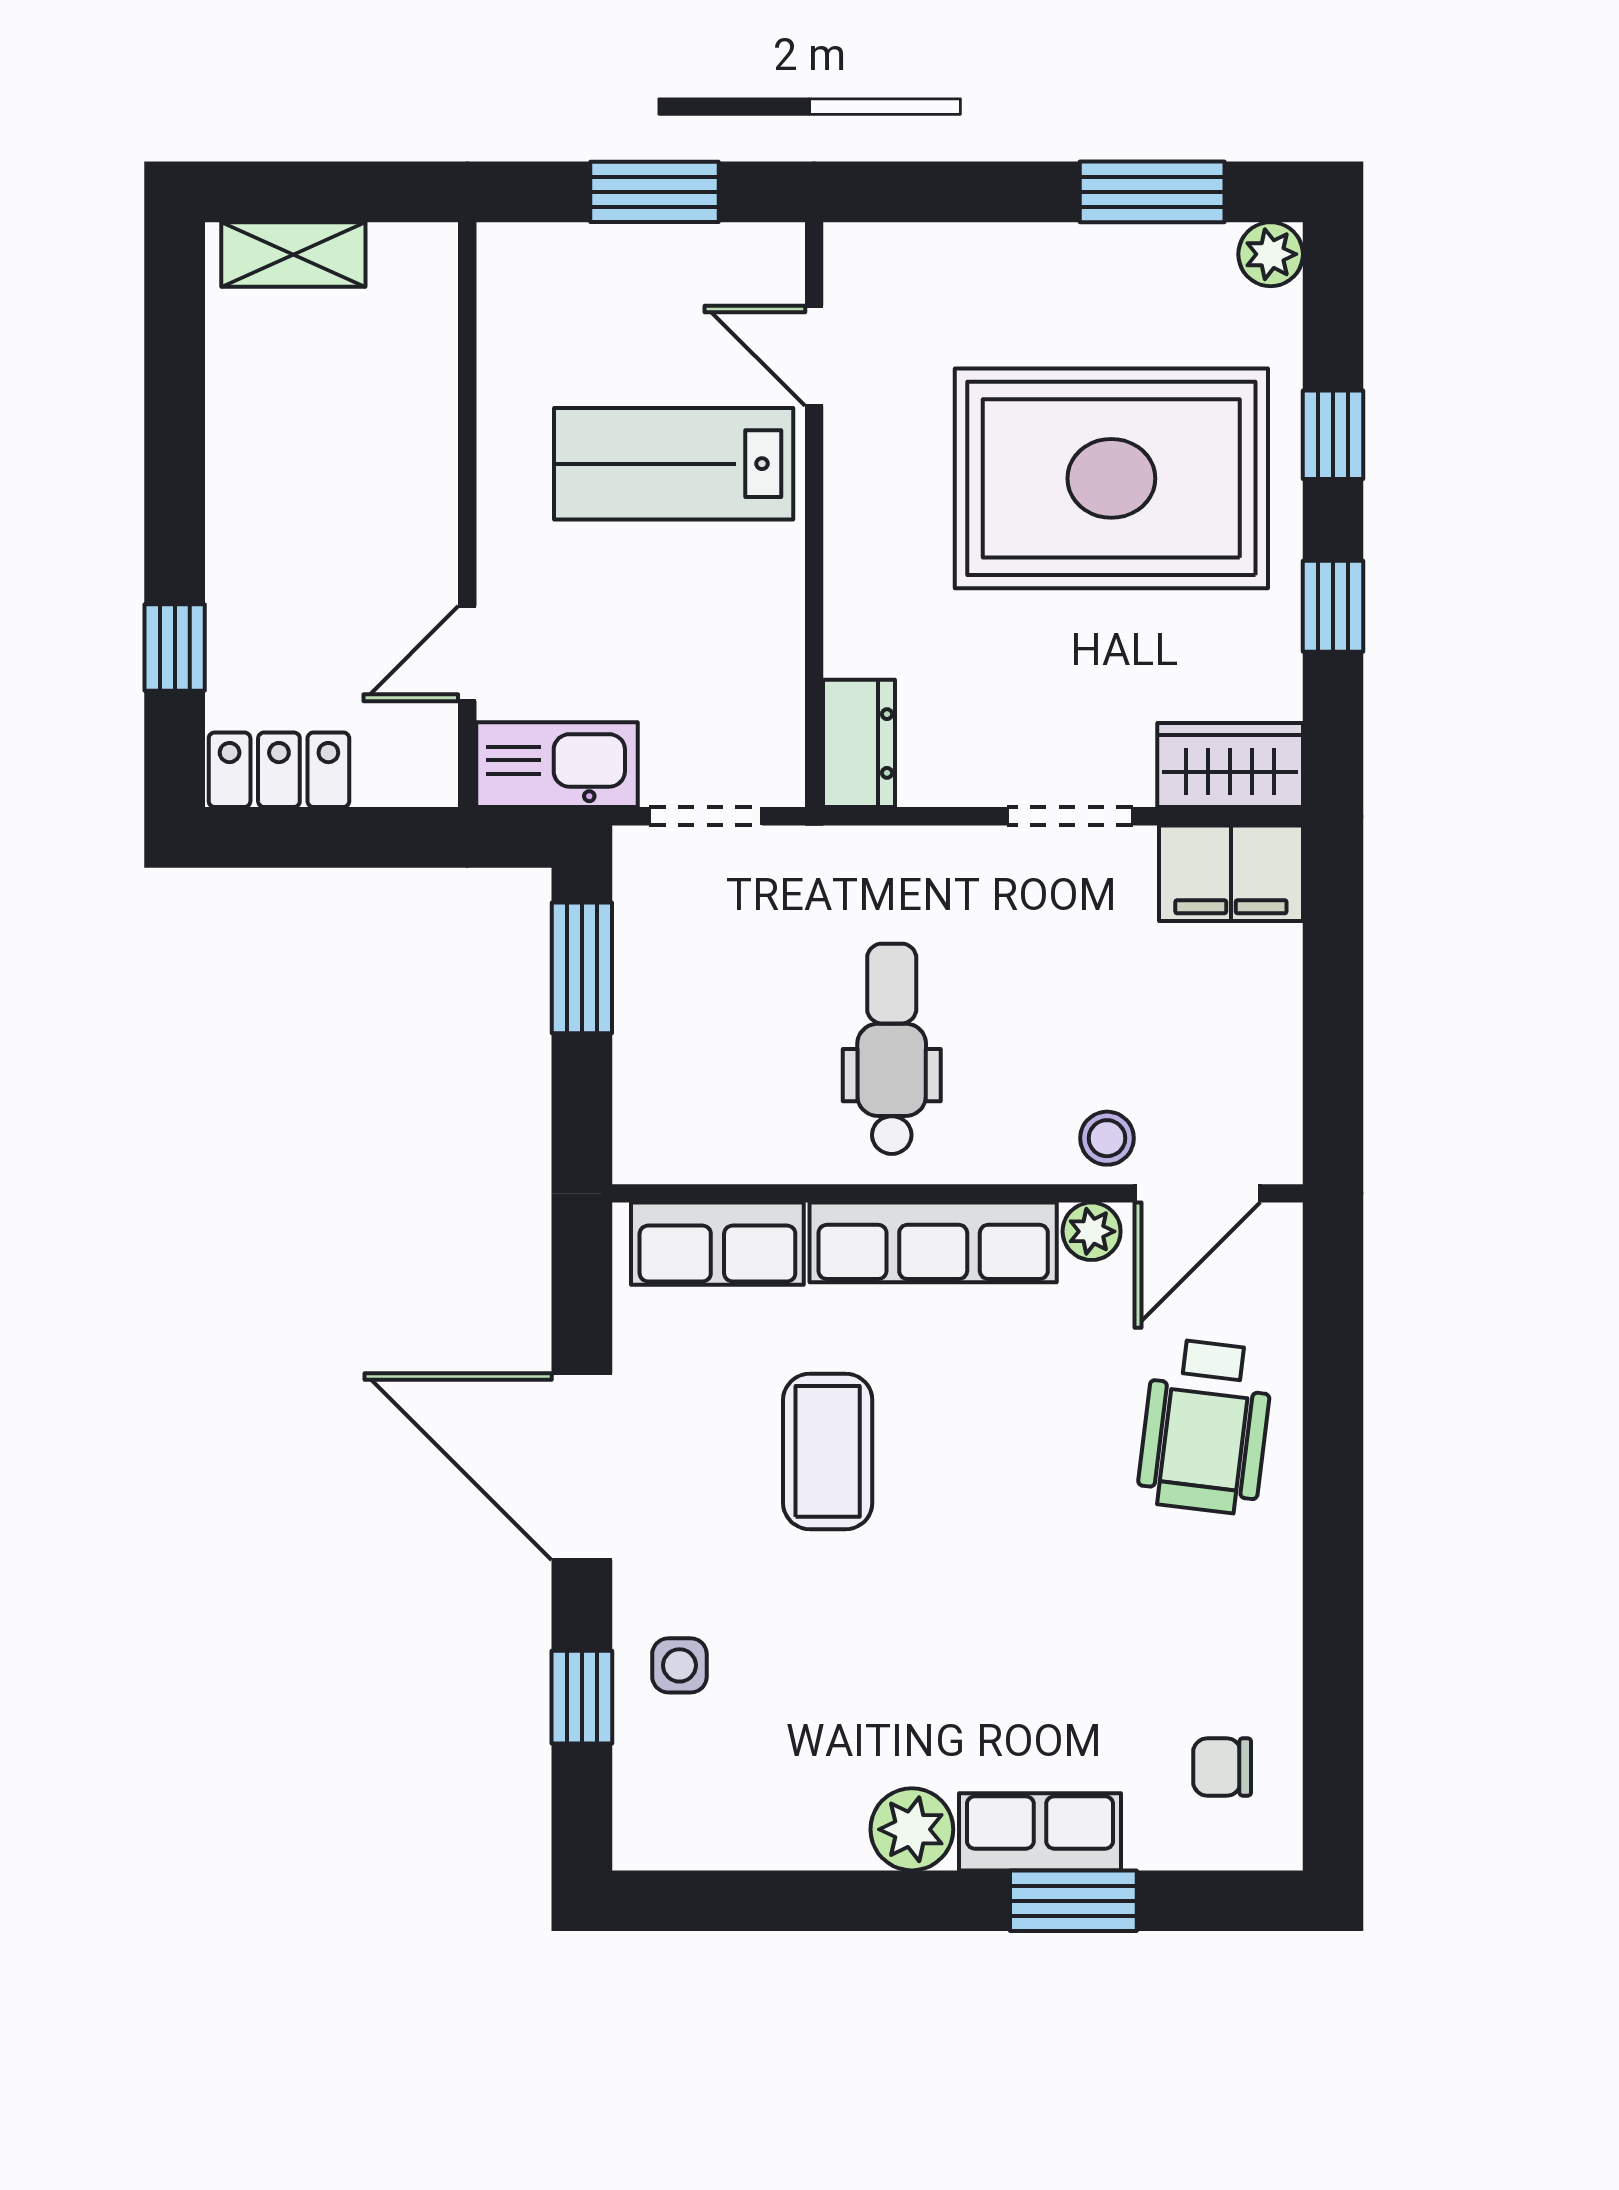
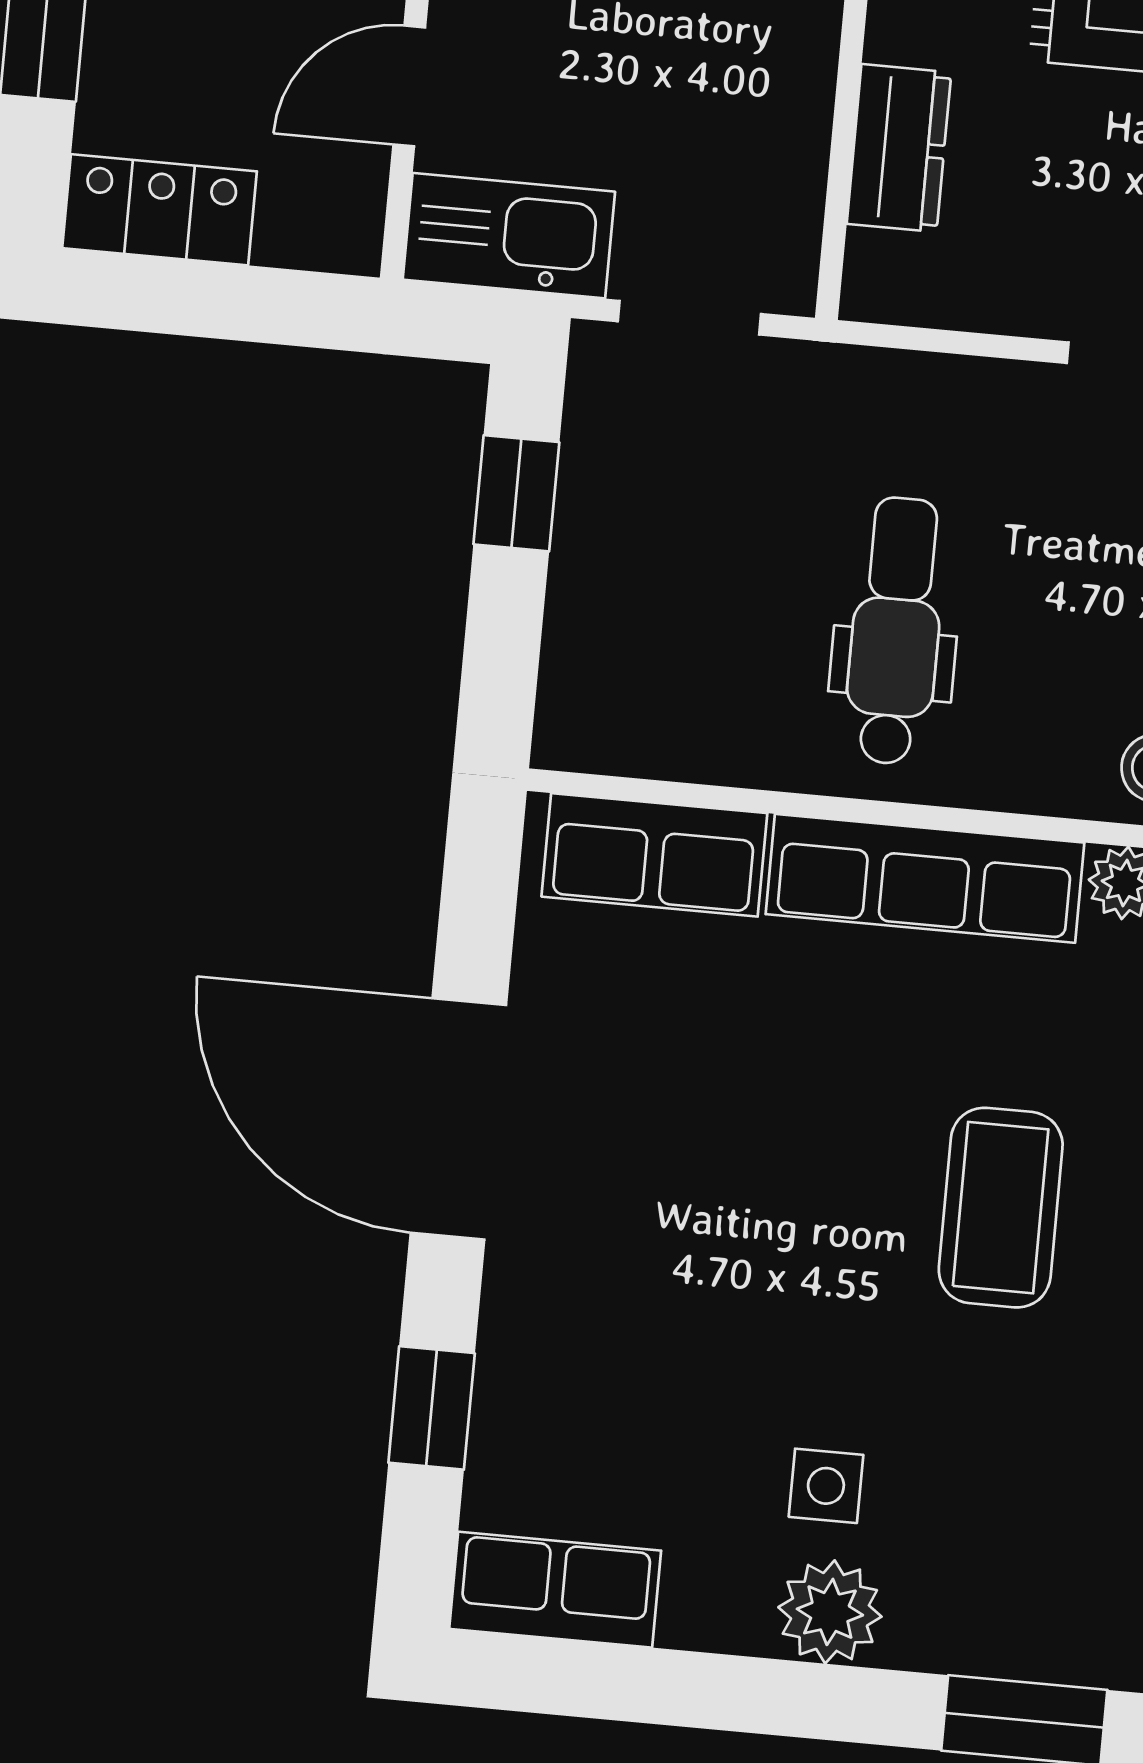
dresser: (859, 743) -> (899, 148), moved
window: (582, 968) -> (516, 493), width x0.67
coffee table: (828, 1451) -> (1001, 1208), moved
side table: (679, 1665) -> (826, 1486), moved
row of seats: (1040, 1832) -> (555, 1590), moved

